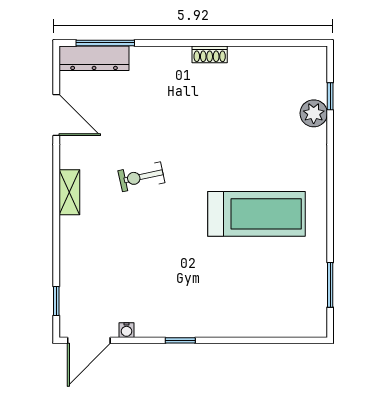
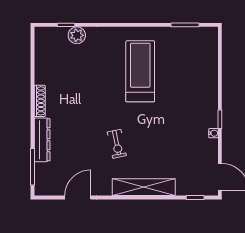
shoe rack: (210, 54) -> (40, 101), width x1.43
dresser: (94, 58) -> (42, 140), moved
shelving: (69, 192) -> (144, 187), width x2.20, depth x1.33
water cooler: (127, 330) -> (213, 133), moved

